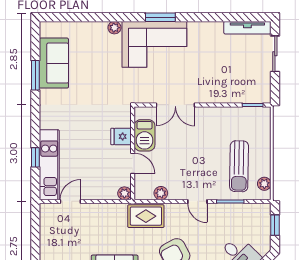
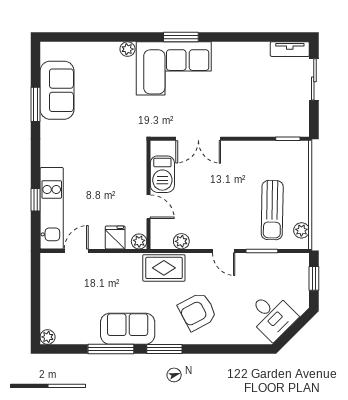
tv unit: (247, 28) -> (290, 49), width x0.71
fridge: (121, 136) -> (115, 237), moved, turned 90

